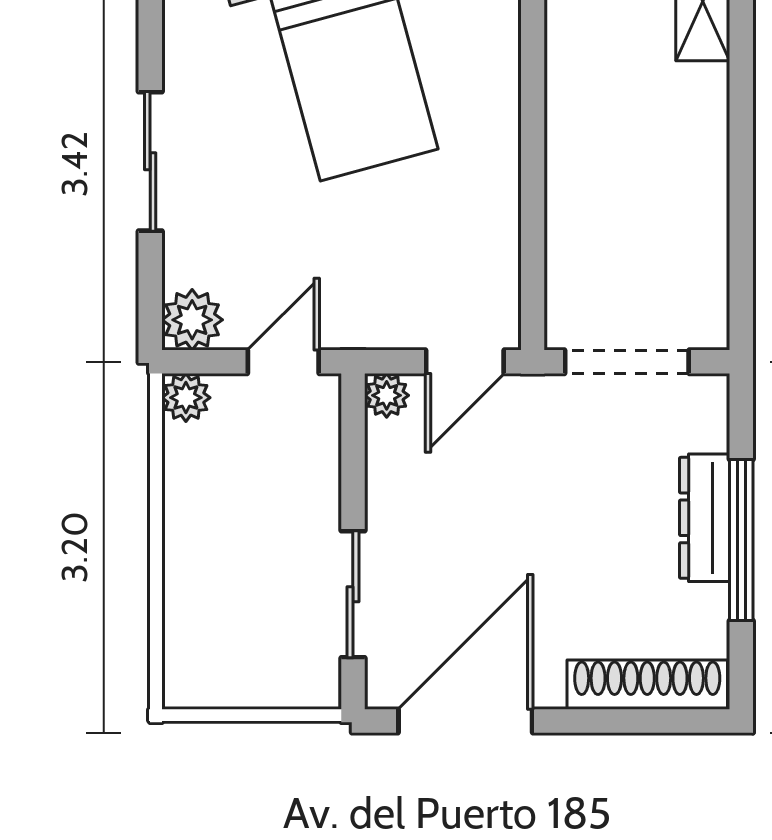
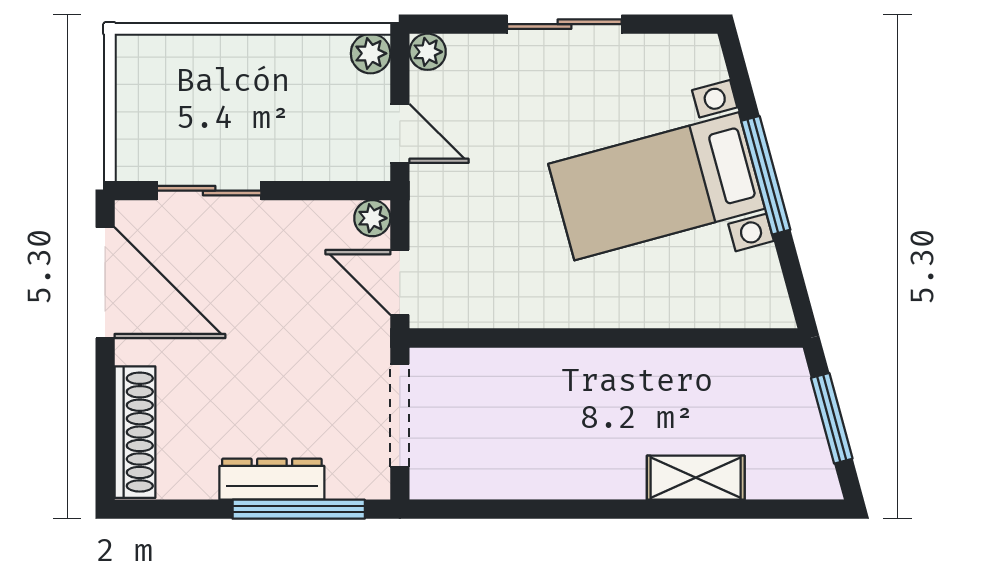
plant: (192, 320) -> (428, 52), width x0.73, depth x0.73
window: (741, 540) -> (299, 509), moved

